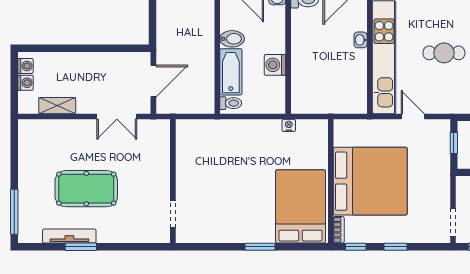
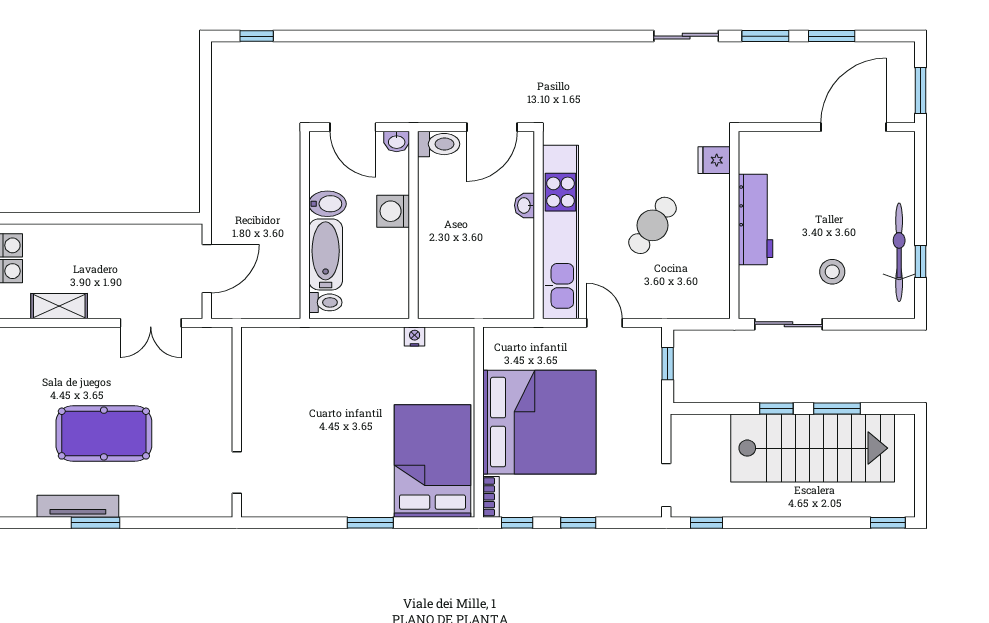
cafe table: (444, 53) -> (652, 225), turned -54
washing machine: (275, 65) -> (393, 211), moved

